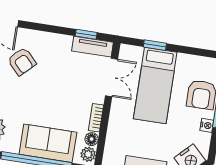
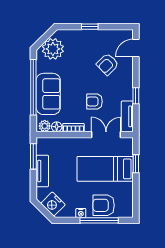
window: (86, 34) -> (136, 96), moved
double door: (111, 77) -> (106, 135), swing flipped
armchair: (67, 85) -> (95, 101), added

